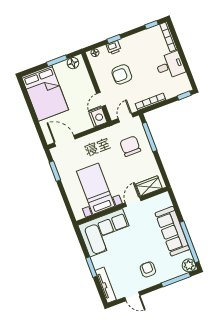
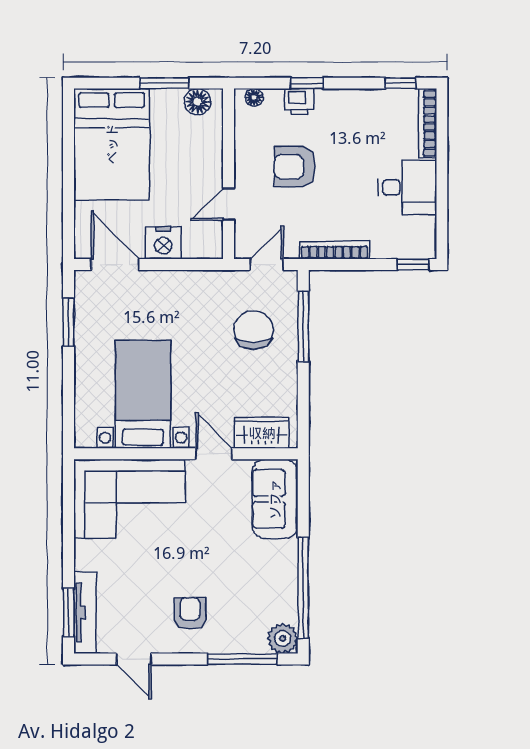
nightstand: (98, 118) -> (163, 243), moved, turned 90
door: (133, 202) -> (214, 454), hinge flipped
sofa: (172, 231) -> (275, 499), moved, width x0.73
window: (91, 267) -> (69, 613), moved

